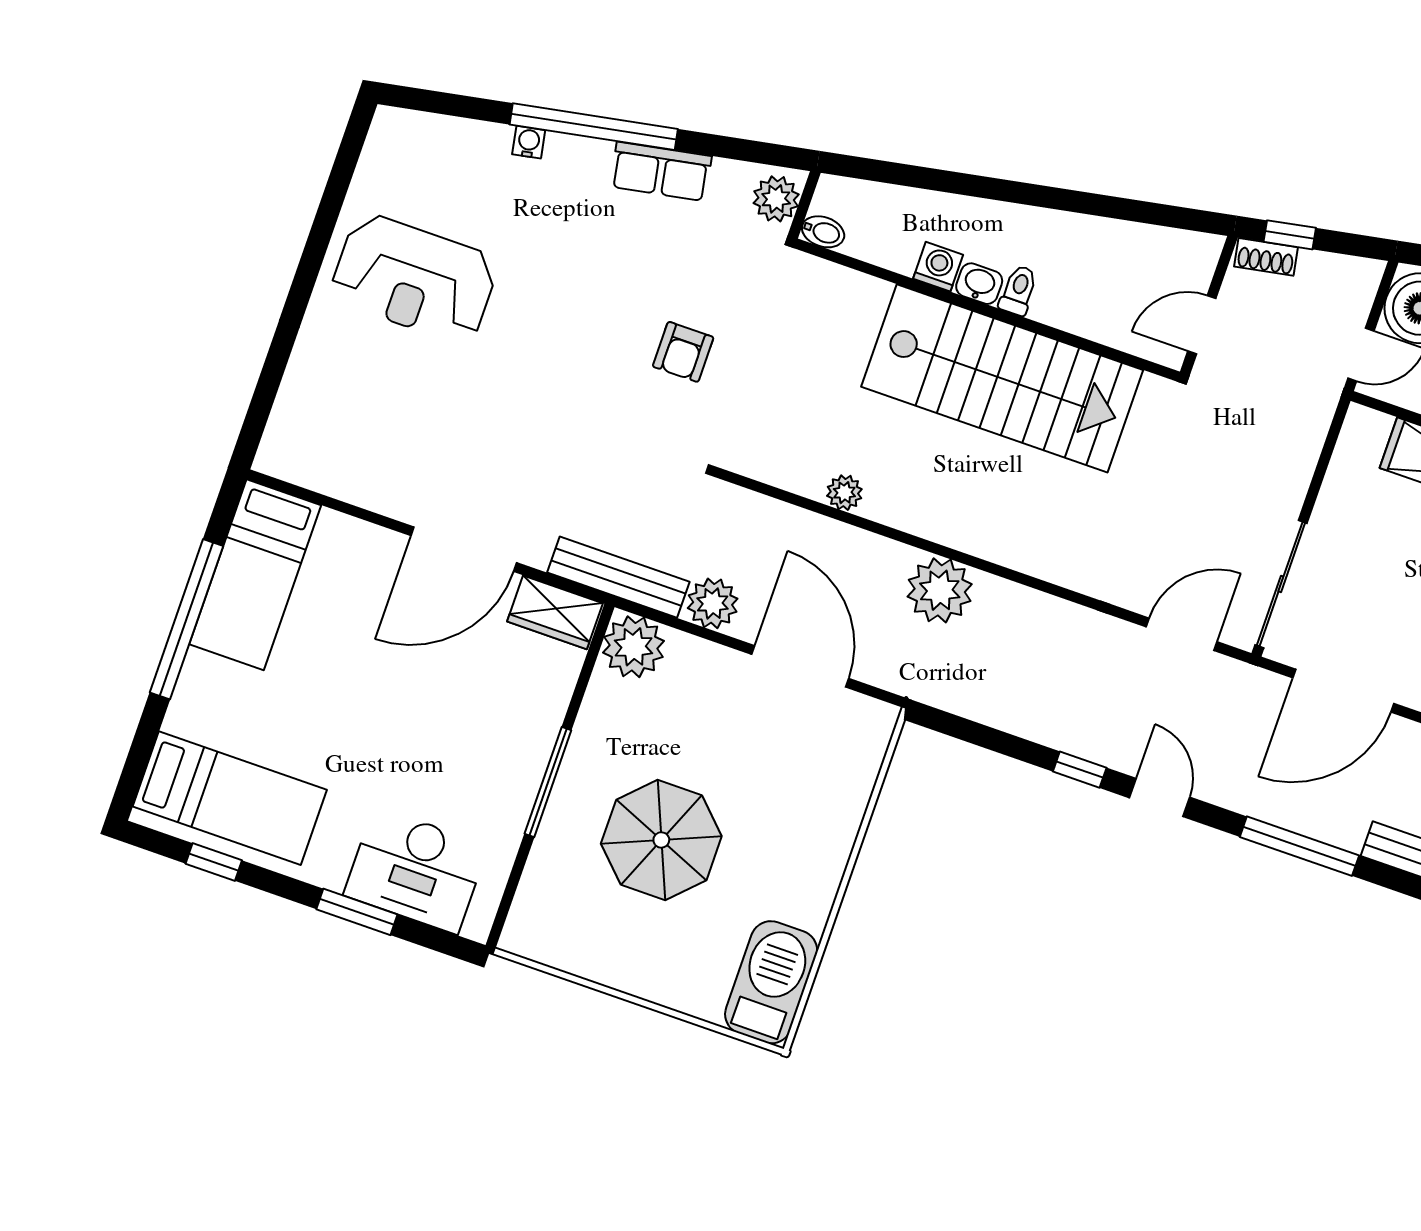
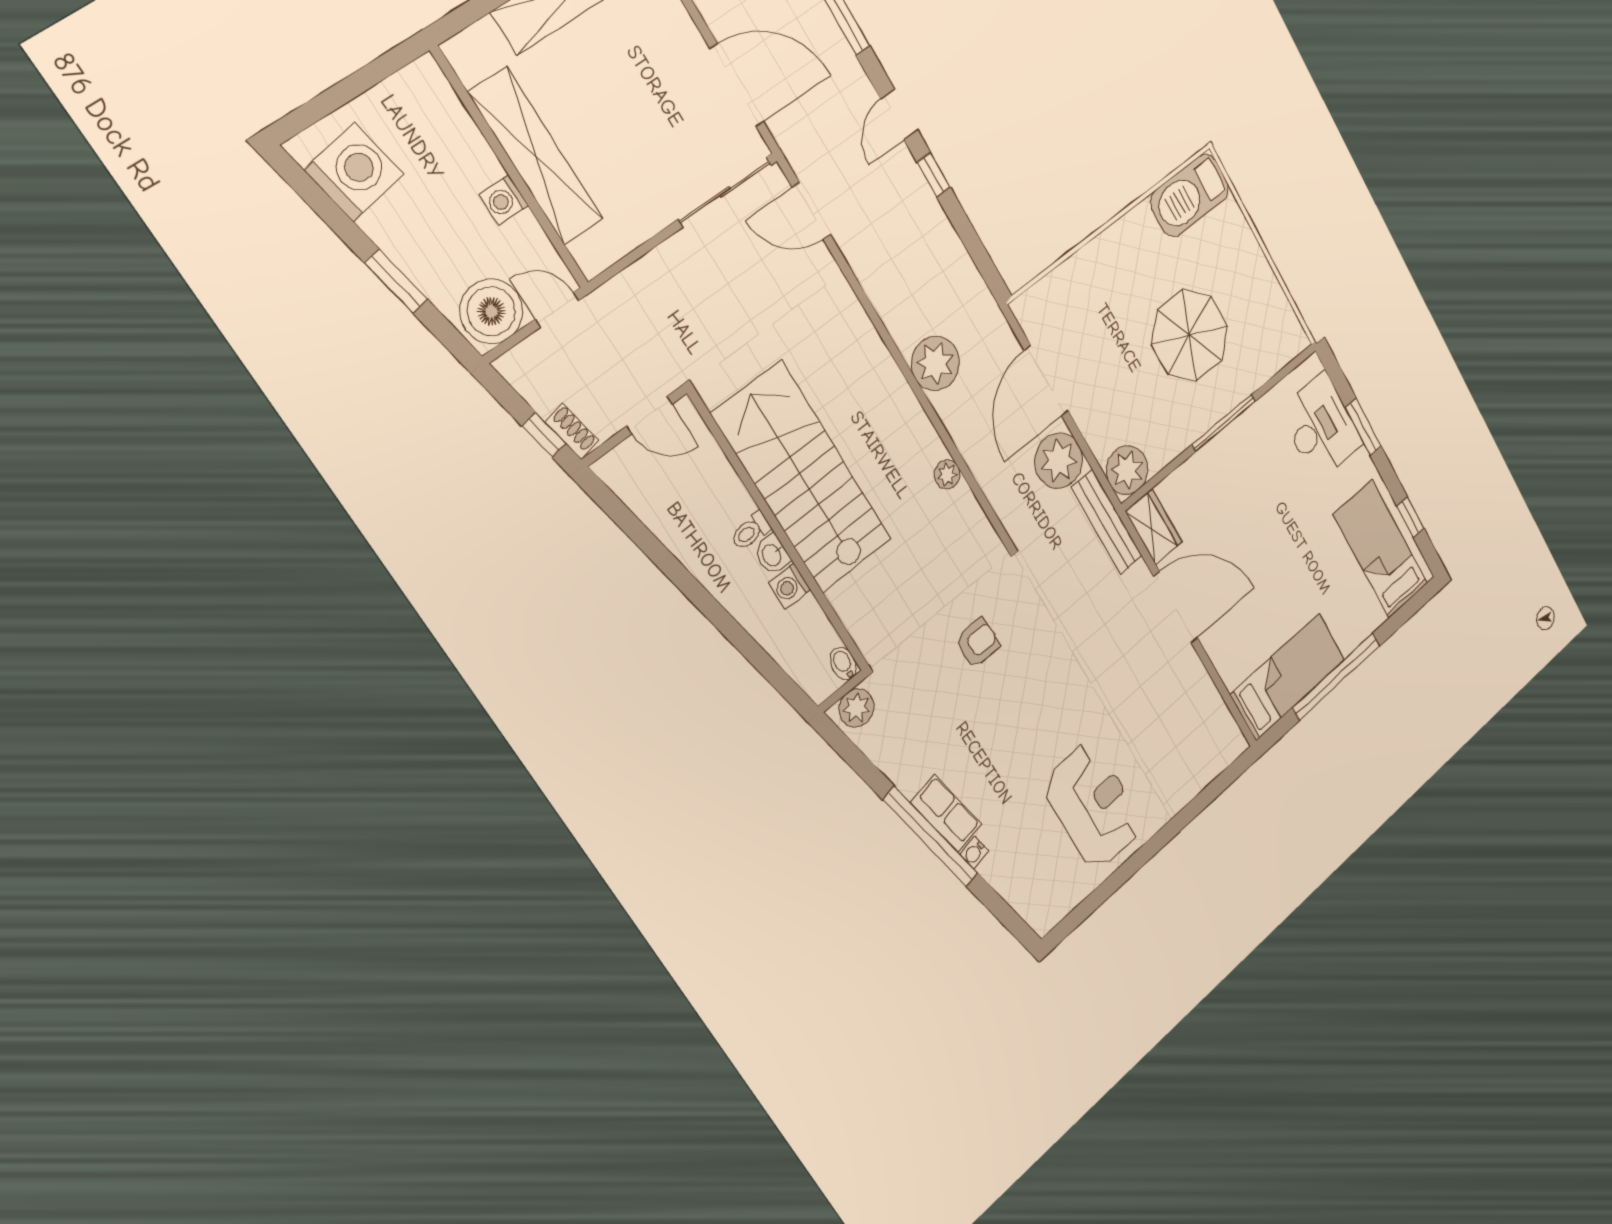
row of seats: (661, 171) -> (946, 813), moved
plant: (713, 603) -> (1059, 461), width x1.36, depth x1.36

